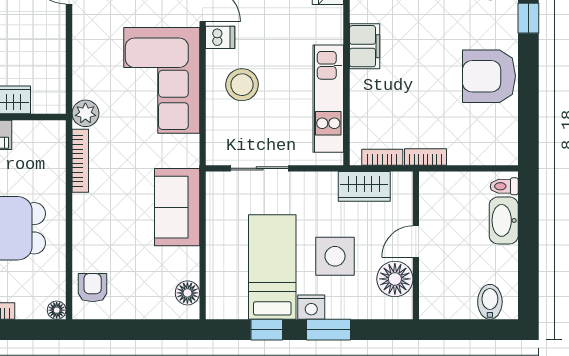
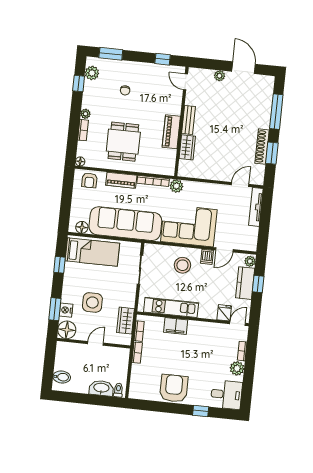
filing cabinet: (365, 46) -> (176, 326), moved
sofa: (177, 207) -> (125, 224), width x1.85, depth x1.27
piano: (86, 224) -> (121, 180), added
door: (416, 242) -> (95, 343), hinge flipped
bed: (272, 267) -> (92, 252), moved
floor lamp: (395, 279) -> (67, 330), moved
armchair: (93, 288) -> (89, 180), turned 90
nightstand: (311, 307) -> (66, 310), moved
window: (329, 330) -> (55, 309), moved

